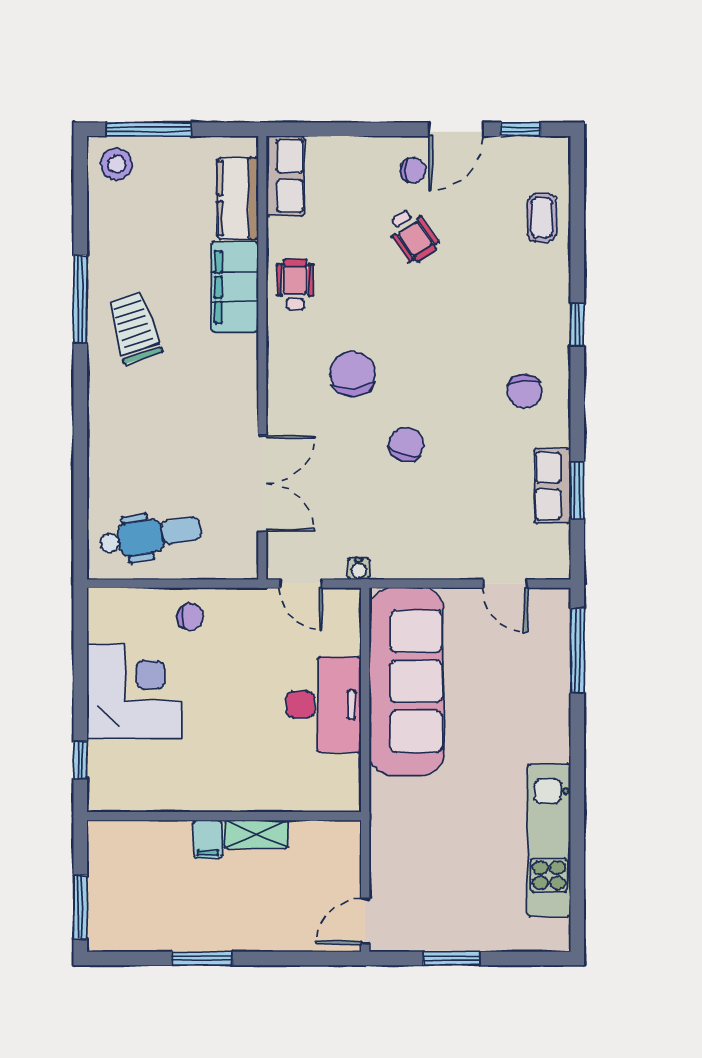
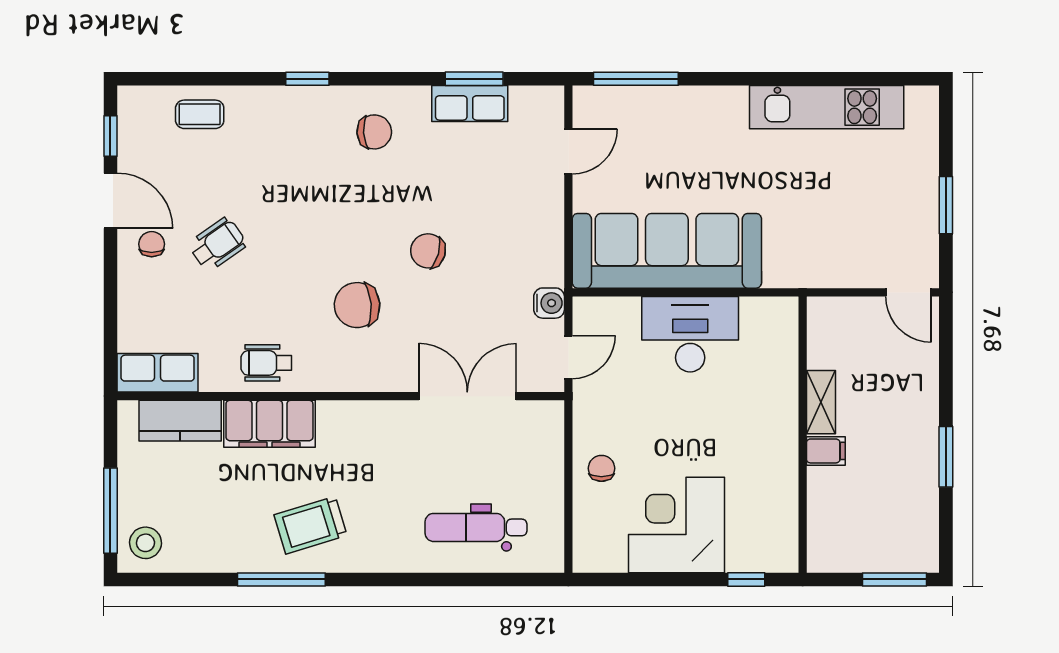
dental chair: (150, 536) -> (476, 527), moved, turned -80
water cooler: (359, 569) -> (549, 303), width x1.38, depth x1.38

